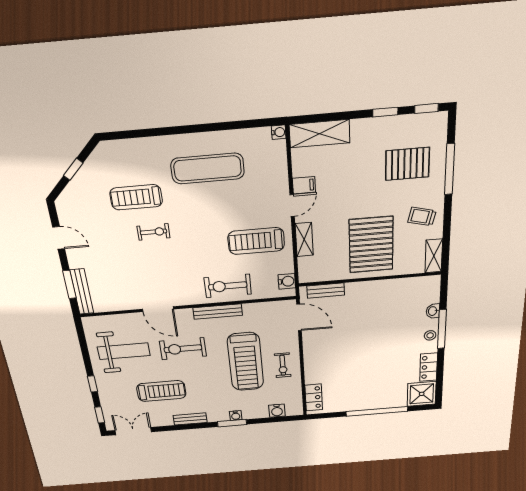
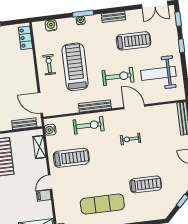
exercise bike: (153, 232) -> (130, 139), moved
shelving: (304, 239) -> (39, 147), moved
treadmill: (161, 391) -> (134, 41), turned 180

